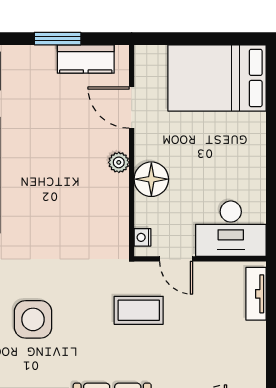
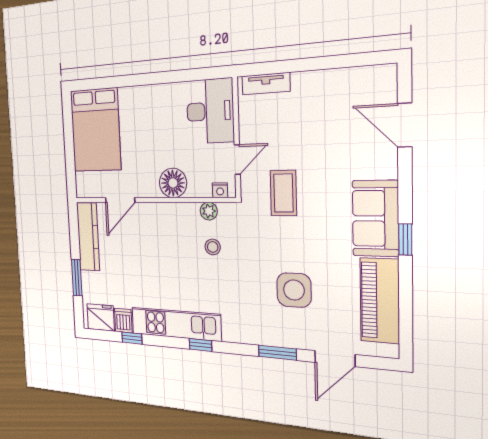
window: (58, 39) -> (77, 278), moved
kitchen counter: (86, 59) -> (88, 237), width x1.50
plant: (119, 162) -> (209, 211), moved
stool: (78, 226) -> (213, 247), added

